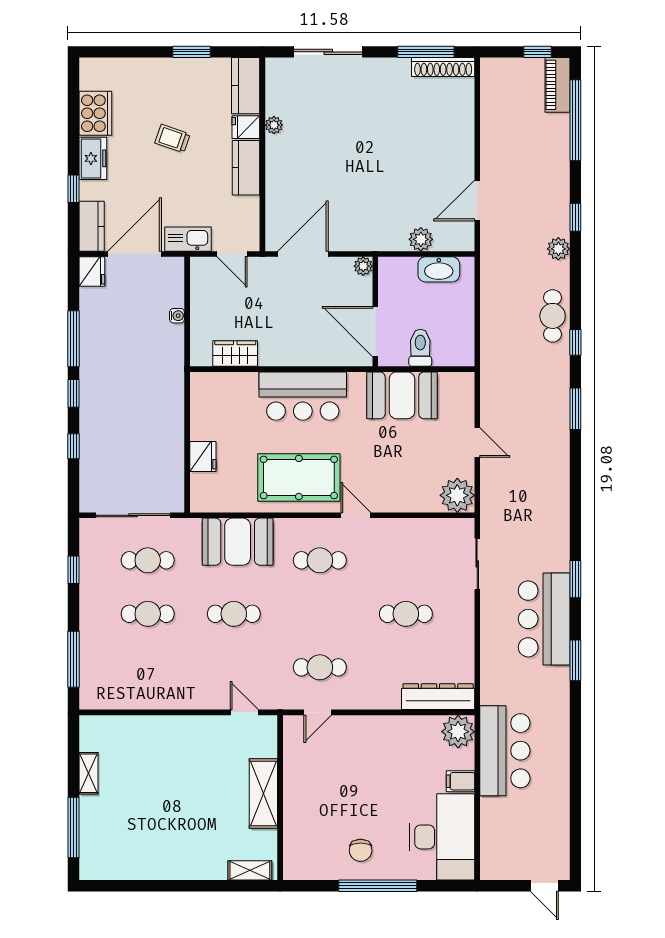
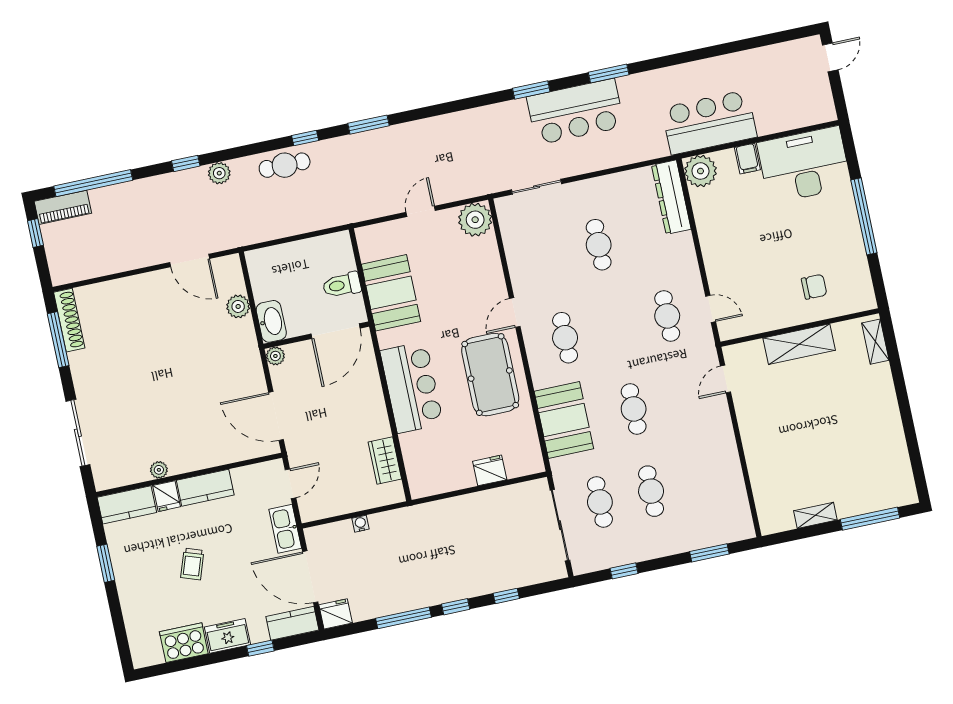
washbasin: (439, 269) -> (271, 321), moved
window: (74, 659) -> (709, 553), width x0.69
chair: (361, 850) -> (814, 287), moved

